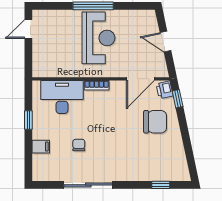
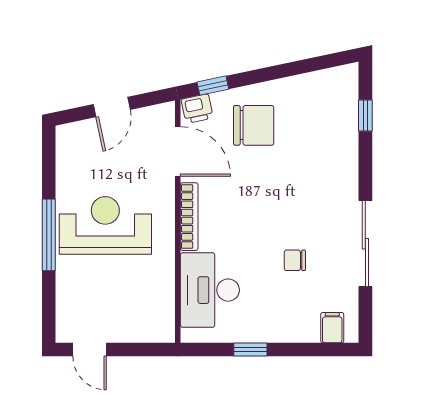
bookcase: (97, 85) -> (189, 217), width x1.56
chair: (155, 122) -> (254, 125), turned 90
filing cabinet: (41, 147) -> (332, 328), moved

